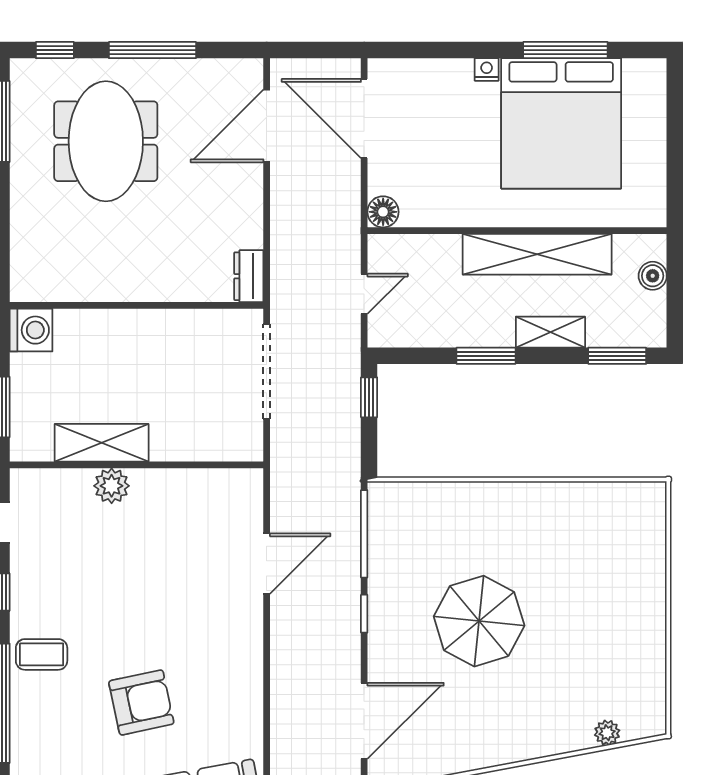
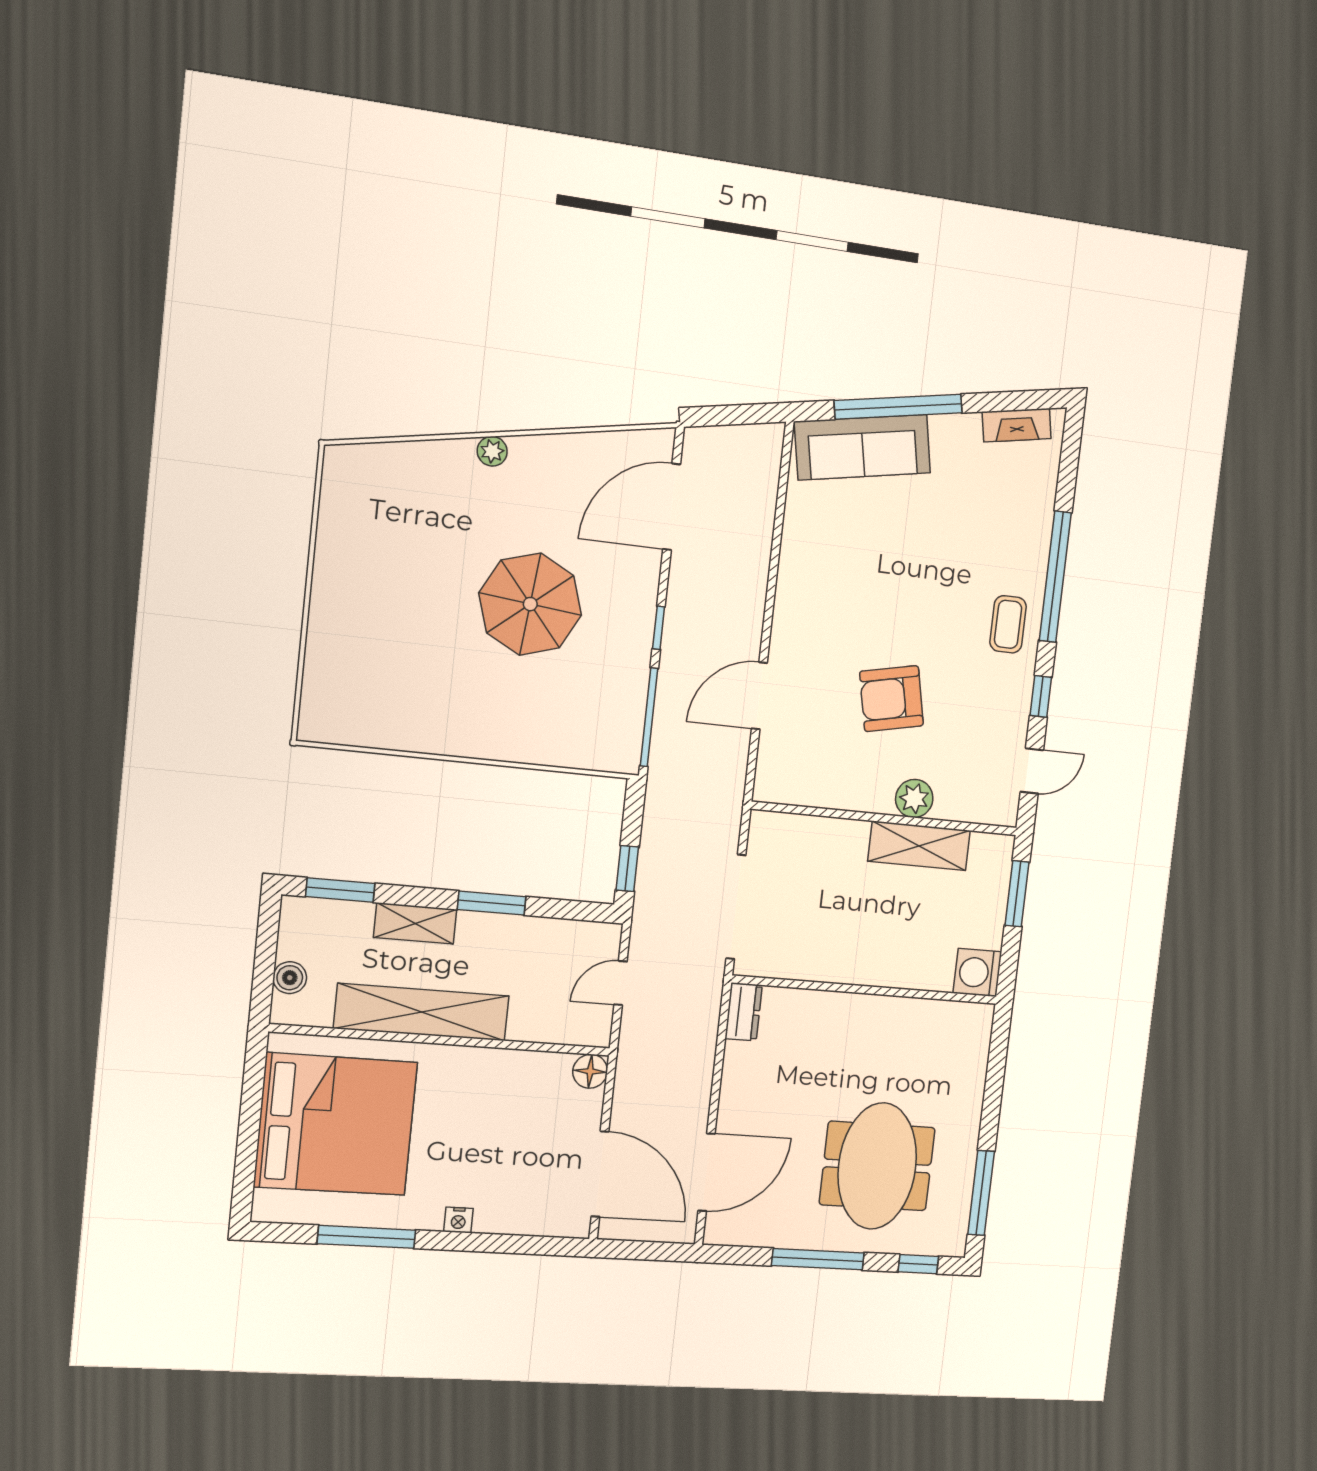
bed: (561, 123) -> (336, 1124), moved, turned 90
coffee table: (42, 654) -> (1008, 624), turned 90
armchair: (141, 702) -> (892, 699), moved
plant: (607, 733) -> (492, 451), moved

